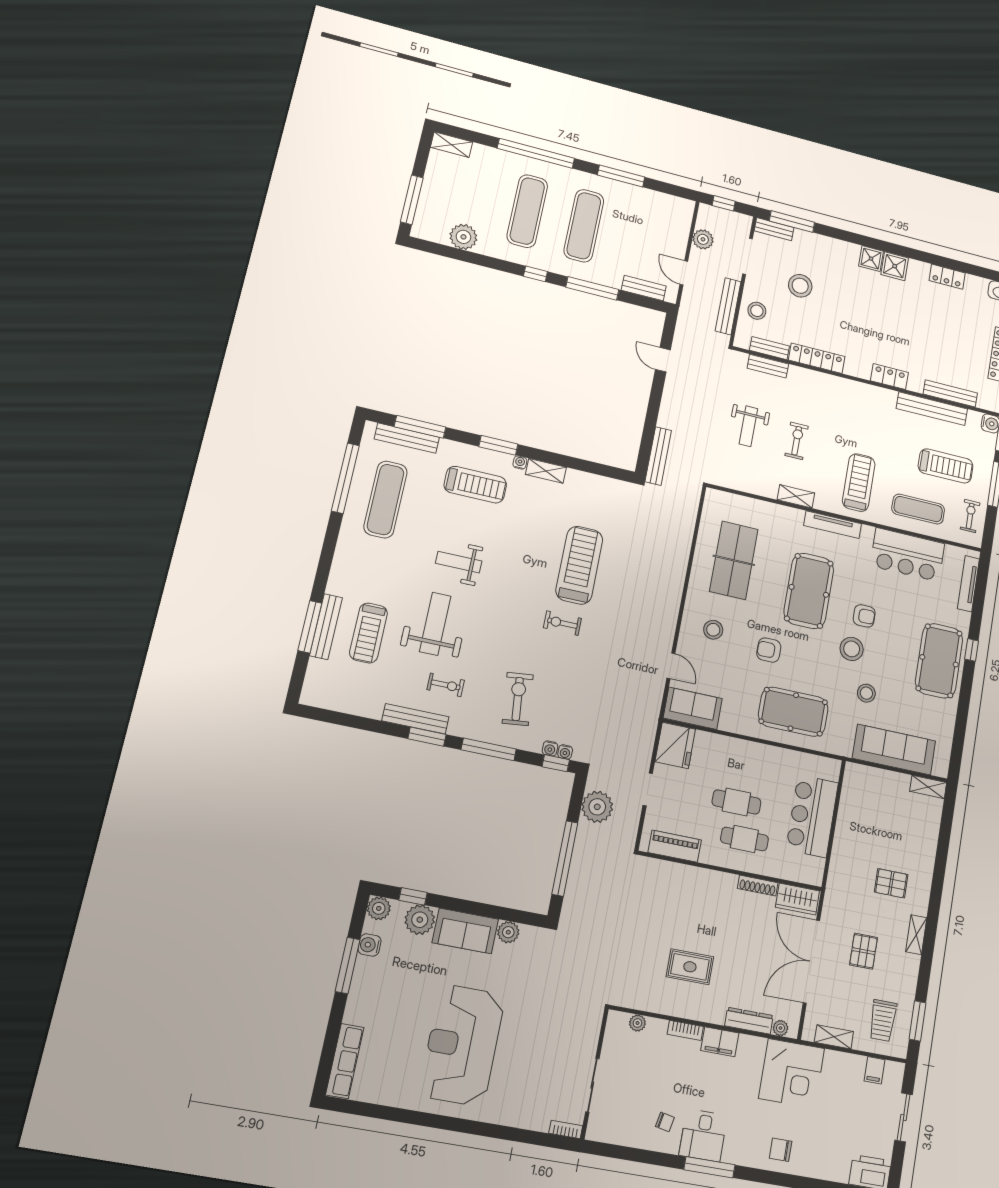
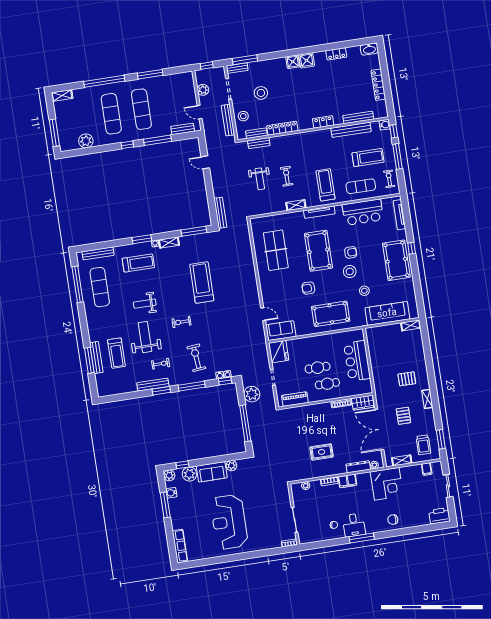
window: (420, 427) -> (194, 231), moved
exercise bike: (562, 623) -> (181, 322), moved
stool: (713, 630) -> (278, 289), removed

